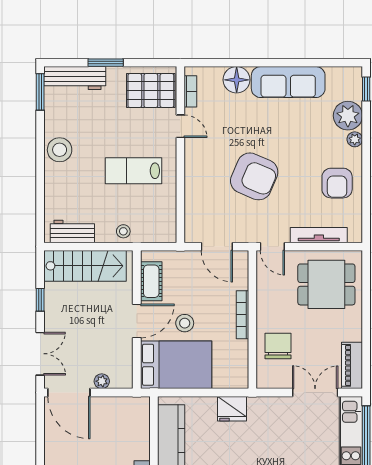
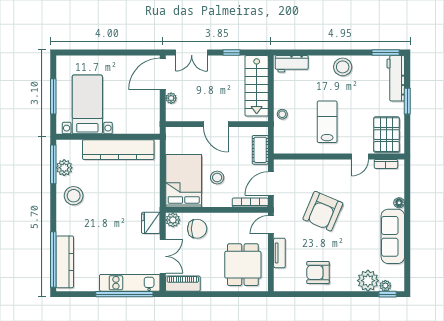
floor lamp: (237, 80) -> (399, 203), width x0.53, depth x0.53
plant: (355, 139) -> (385, 286), moved
workbench: (72, 231) -> (292, 64), moved, turned 90
tv unit: (319, 235) -> (279, 253), width x0.71
cot: (151, 281) -> (260, 150), moved, turned 90
bookcase: (242, 315) -> (250, 202), moved
stool: (185, 323) -> (217, 178), moved
bed: (176, 365) -> (184, 181), moved, turned 180
plant: (266, 379) -> (173, 220), added
fridge: (232, 409) -> (151, 223), moved

